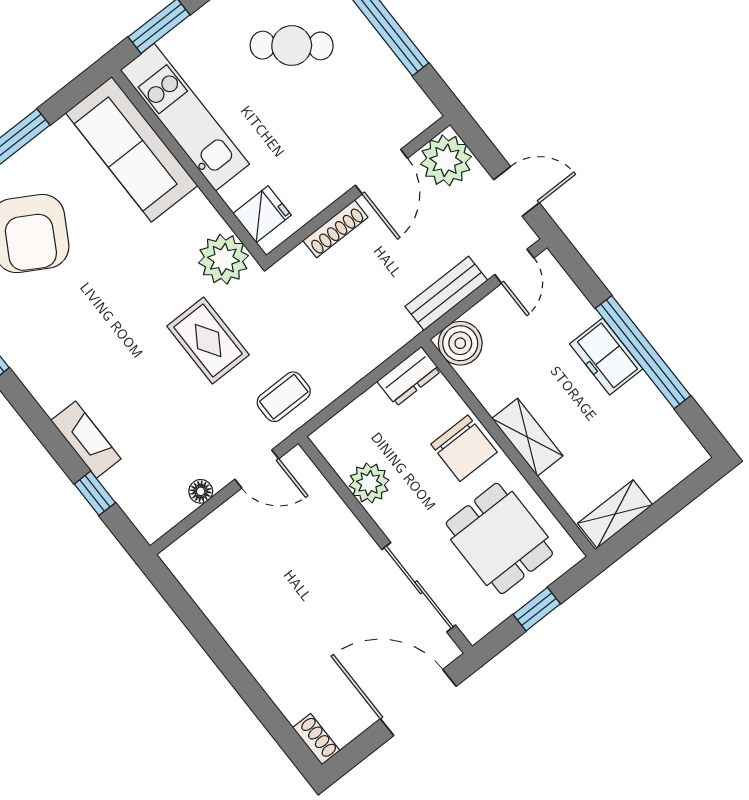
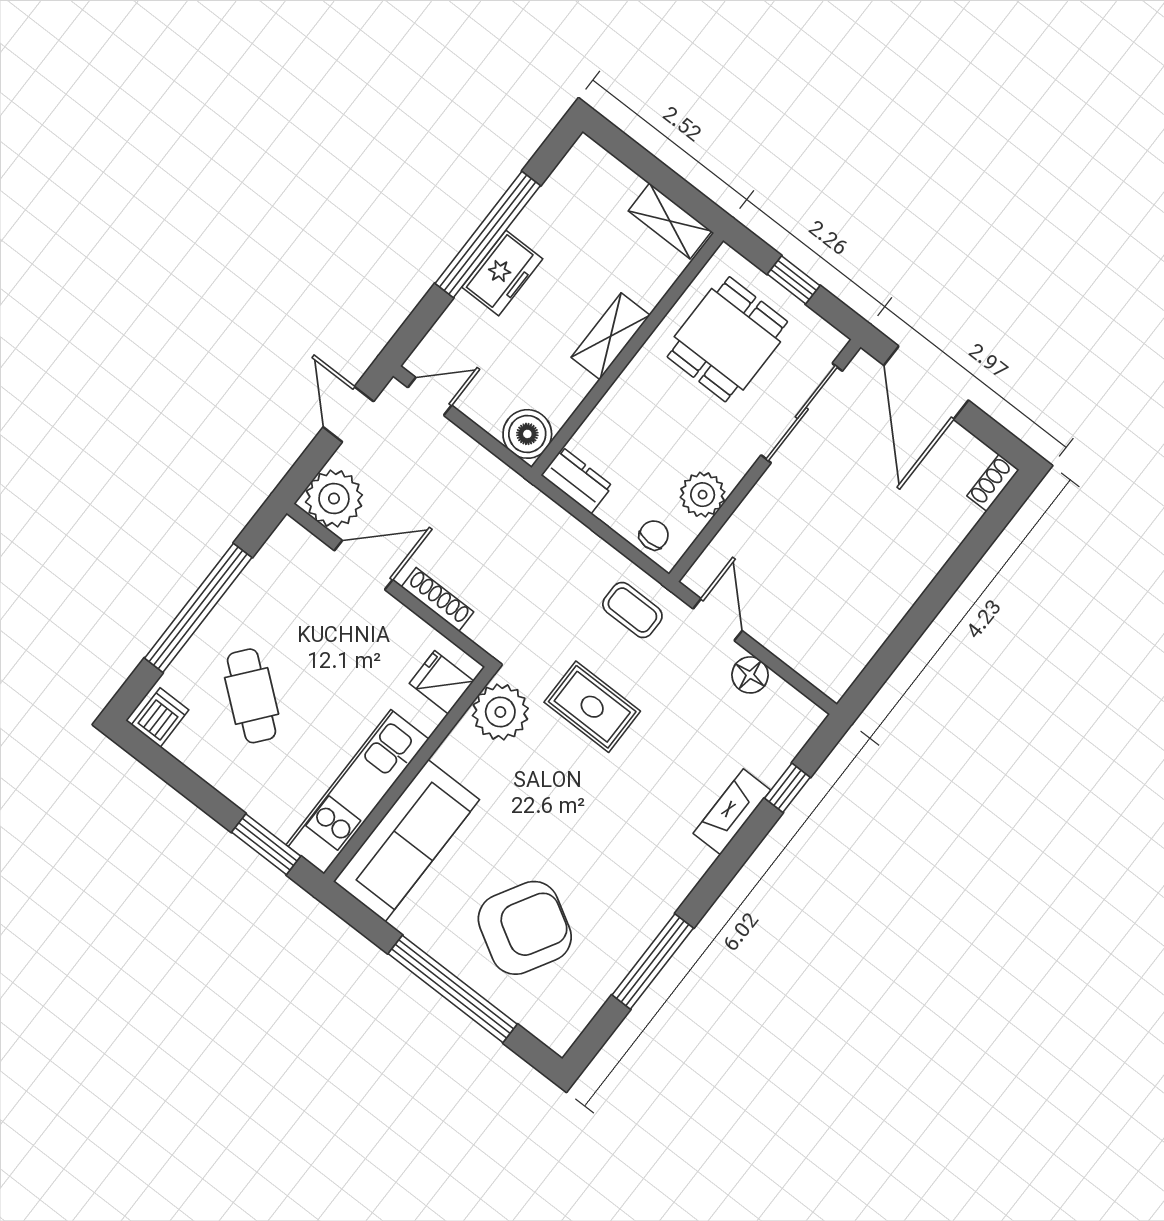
bench: (446, 293) -> (477, 462), removed
rug: (208, 340) -> (592, 707), turned 90
chair: (464, 448) -> (654, 535), moved, width x0.54, depth x0.54
floor lamp: (201, 491) -> (750, 675), width x1.37, depth x1.37

